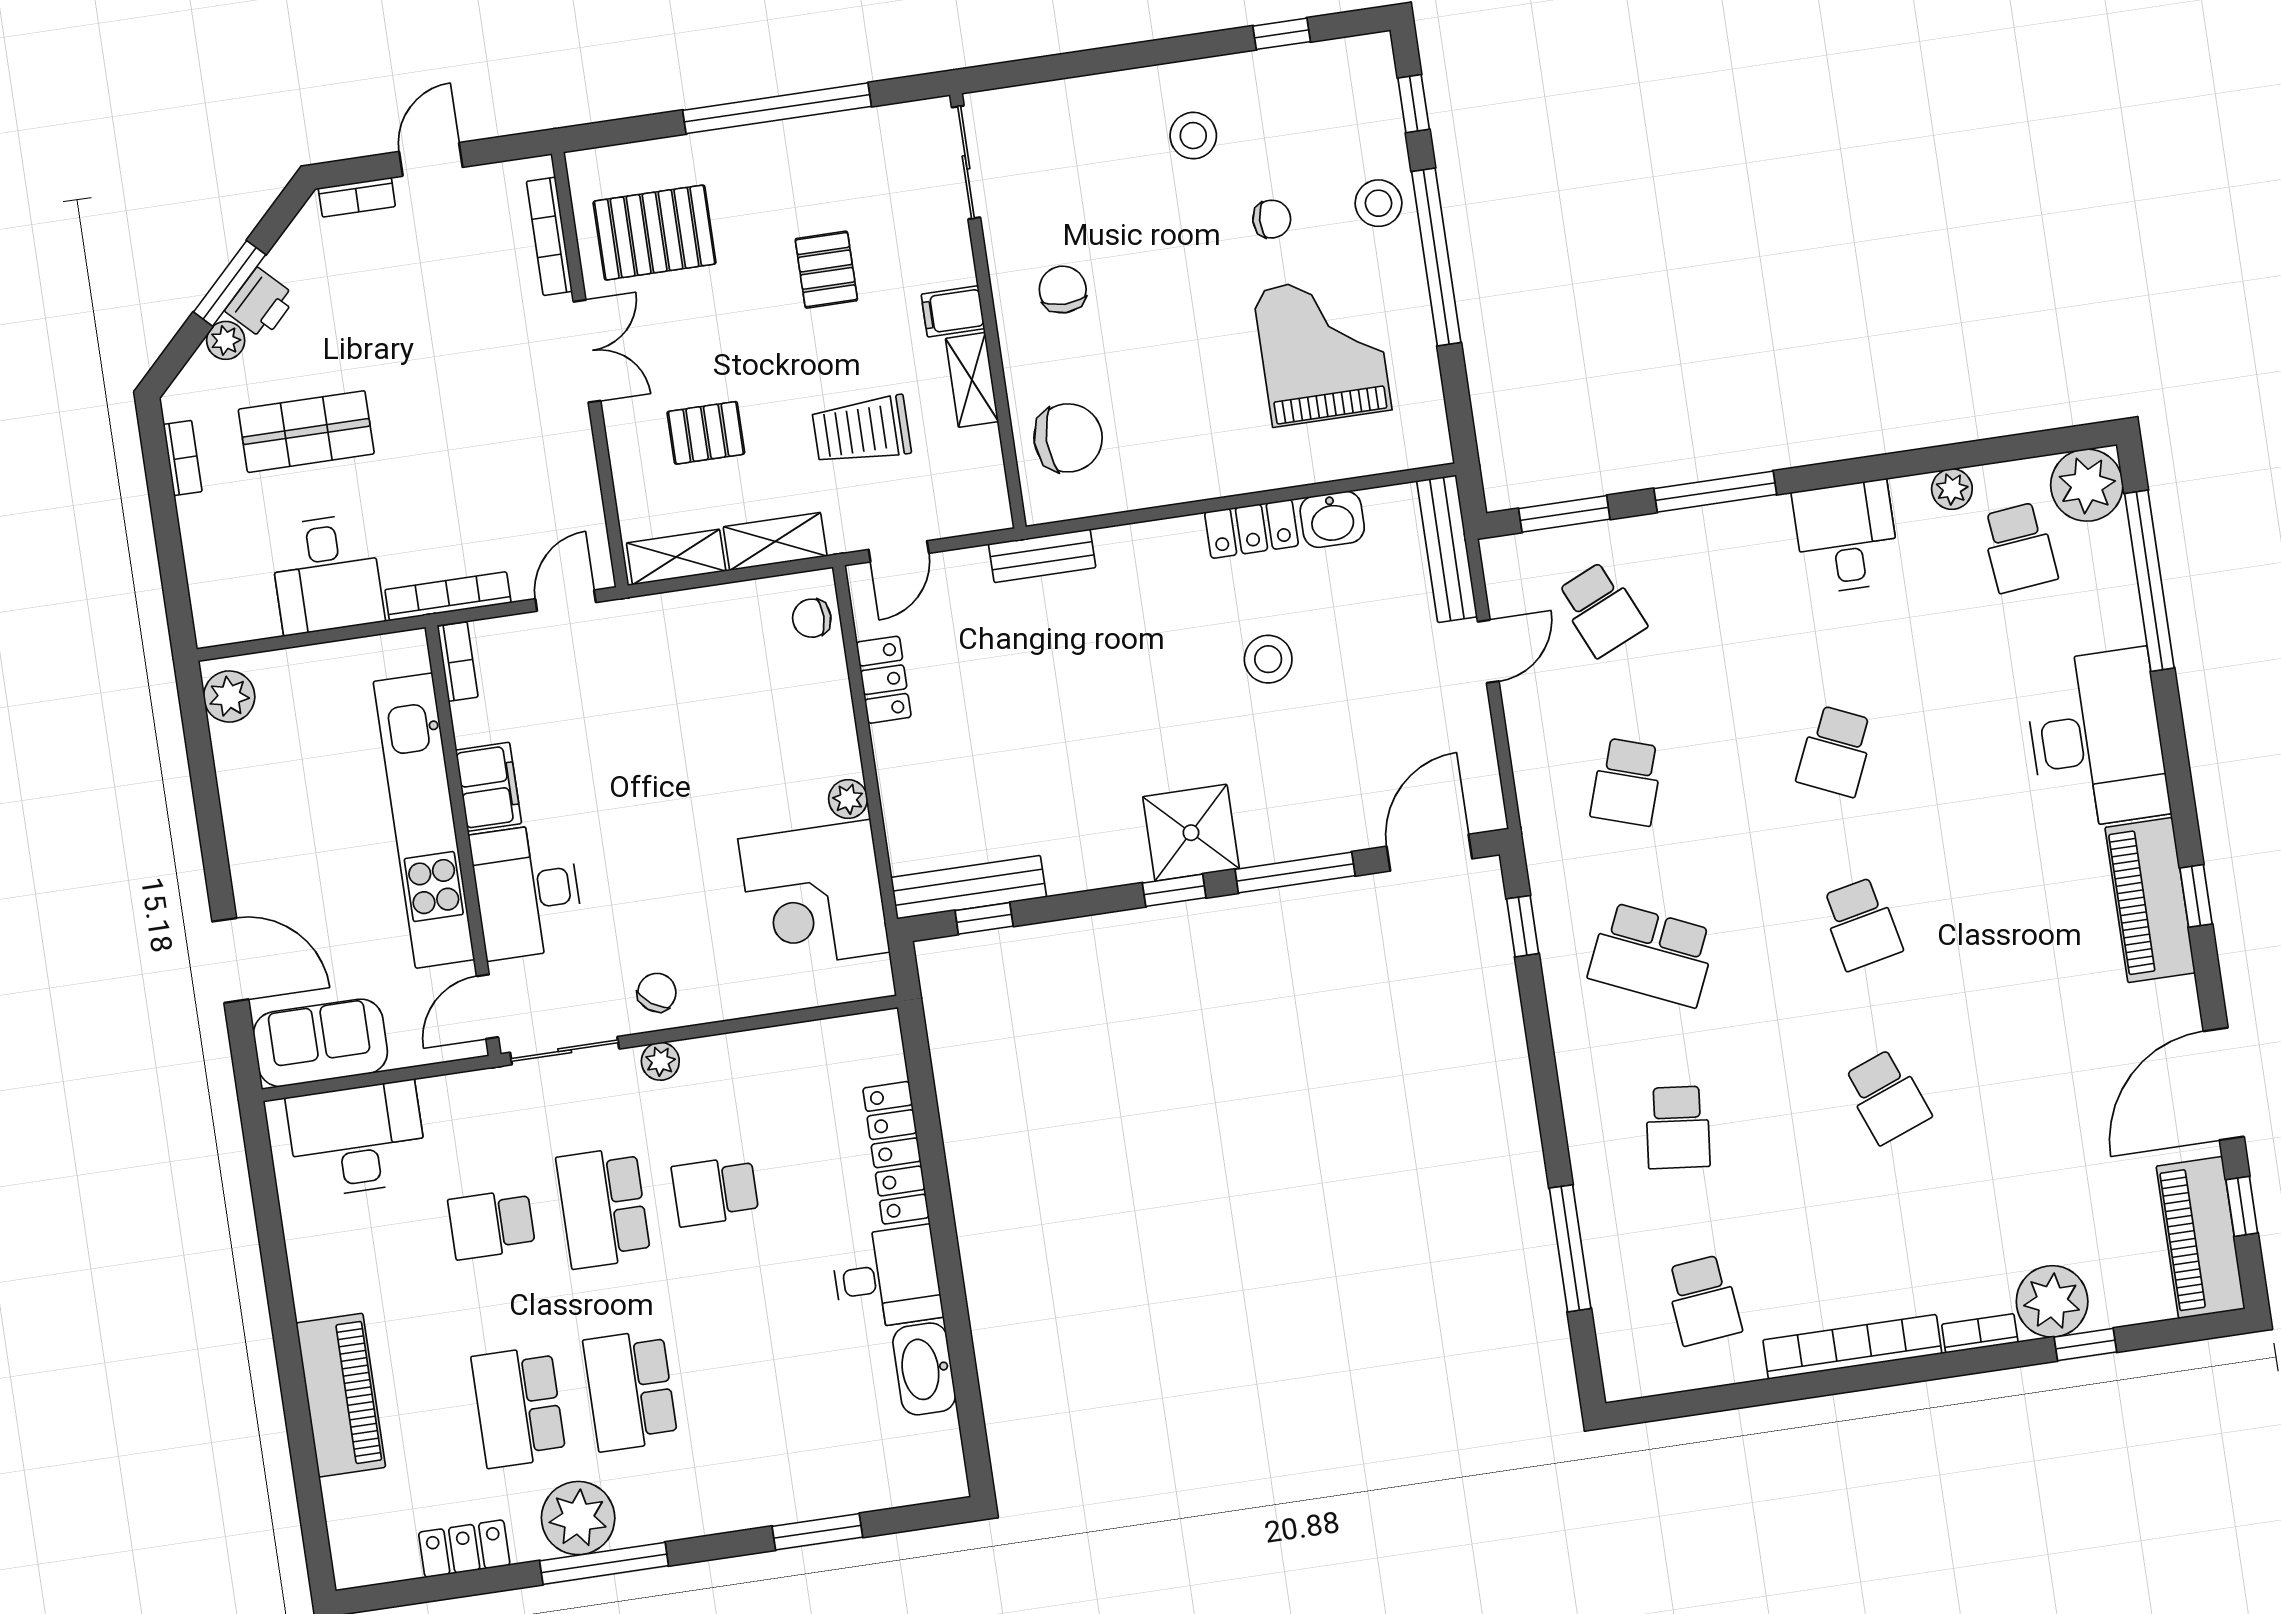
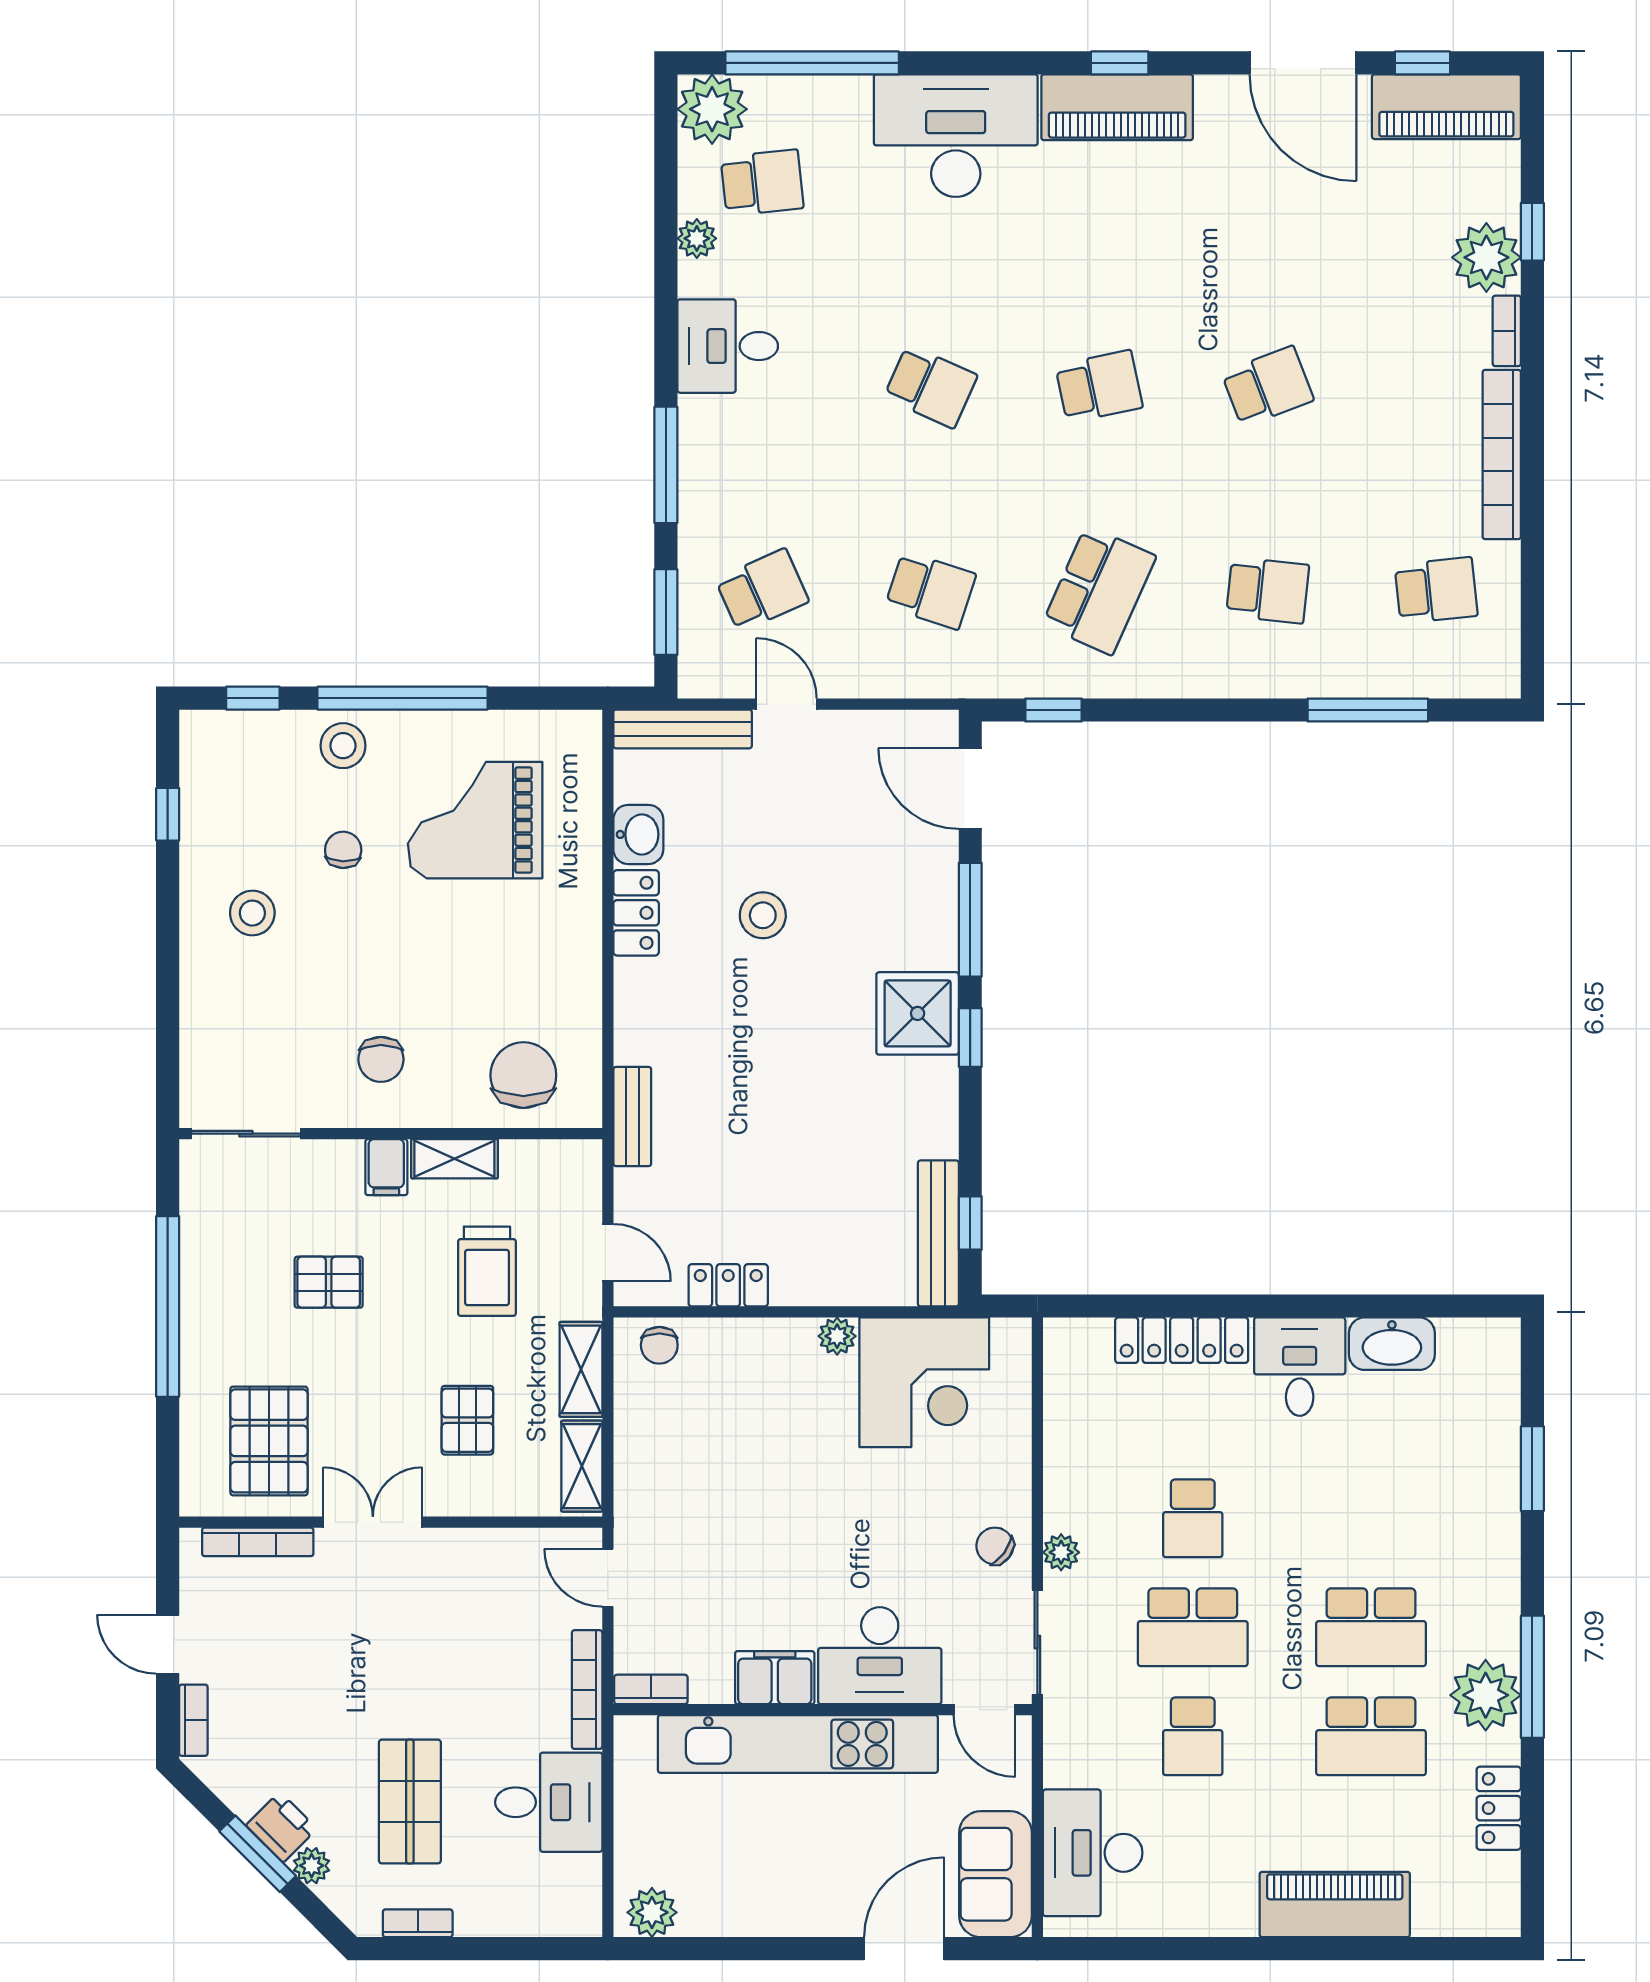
chair: (1063, 290) -> (381, 1059), turned -90

